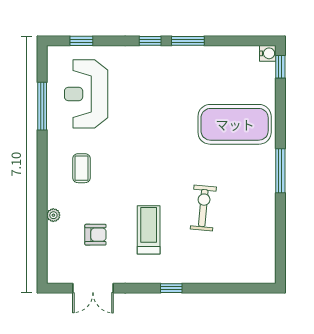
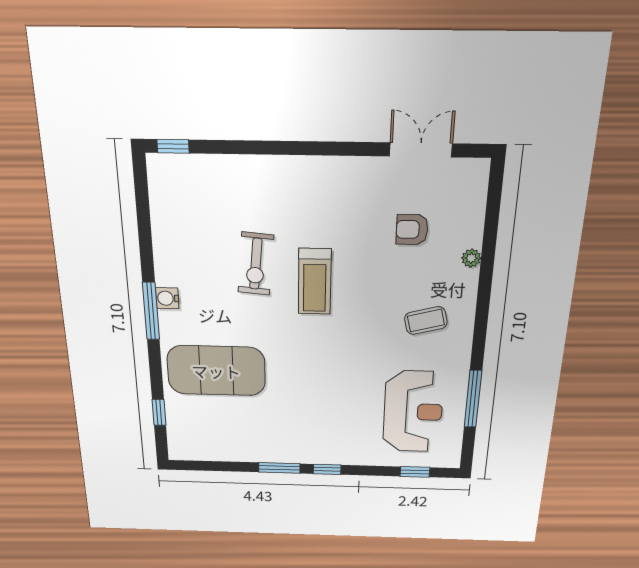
water cooler: (268, 53) -> (167, 298), moved
window: (280, 67) -> (159, 412), moved
coffee table: (82, 168) -> (426, 321), turned 76
treadmill: (149, 230) -> (315, 282), moved
window: (171, 288) -> (173, 146), moved

